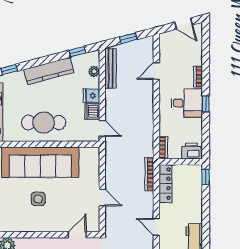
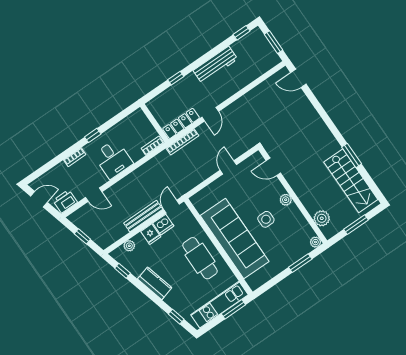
door: (184, 24) -> (39, 199), hinge flipped
bench: (111, 68) -> (143, 216), moved
kitchen counter: (49, 71) -> (155, 283), width x0.67
desk: (187, 103) -> (113, 159), moved, turned 180
printer: (191, 151) -> (65, 201), moved, turned 90
window: (206, 177) -> (176, 78), moved
plant: (43, 226) -> (286, 200), added
door: (156, 227) -> (210, 114), moved

